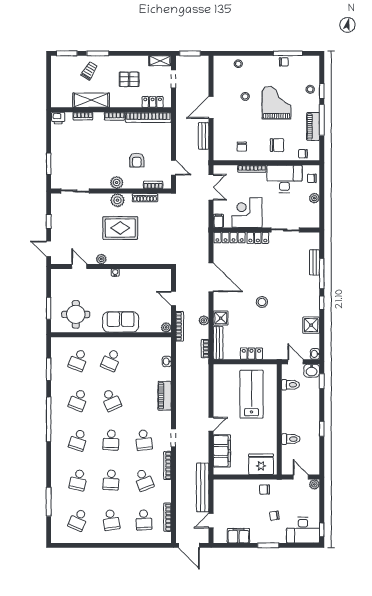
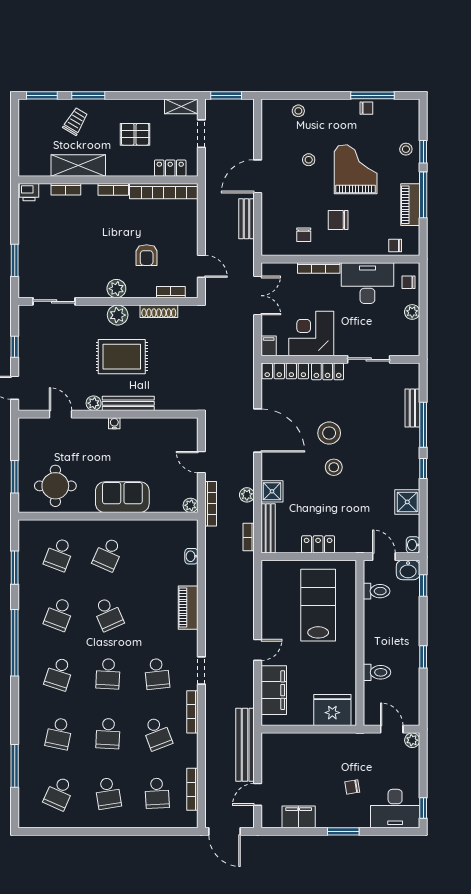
chair: (277, 145) -> (338, 220), moved, turned 180
bench: (124, 259) -> (128, 403), added
stool: (259, 279) -> (329, 433), added
chair: (265, 489) -> (338, 748), removed

